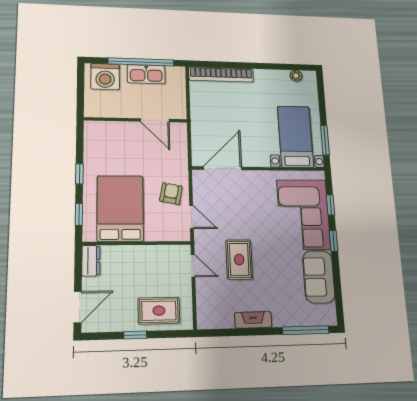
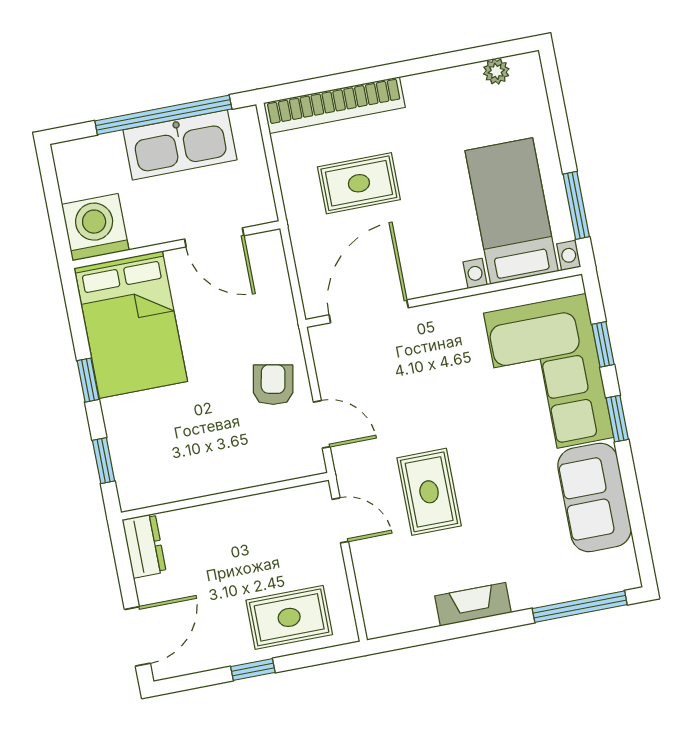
kitchen sink: (146, 74) -> (180, 145), width x1.36, depth x1.24
washing machine: (105, 77) -> (95, 227), moved, turned 180
rug: (227, 110) -> (359, 183), added
bed: (120, 208) -> (131, 325), moved, turned 180

